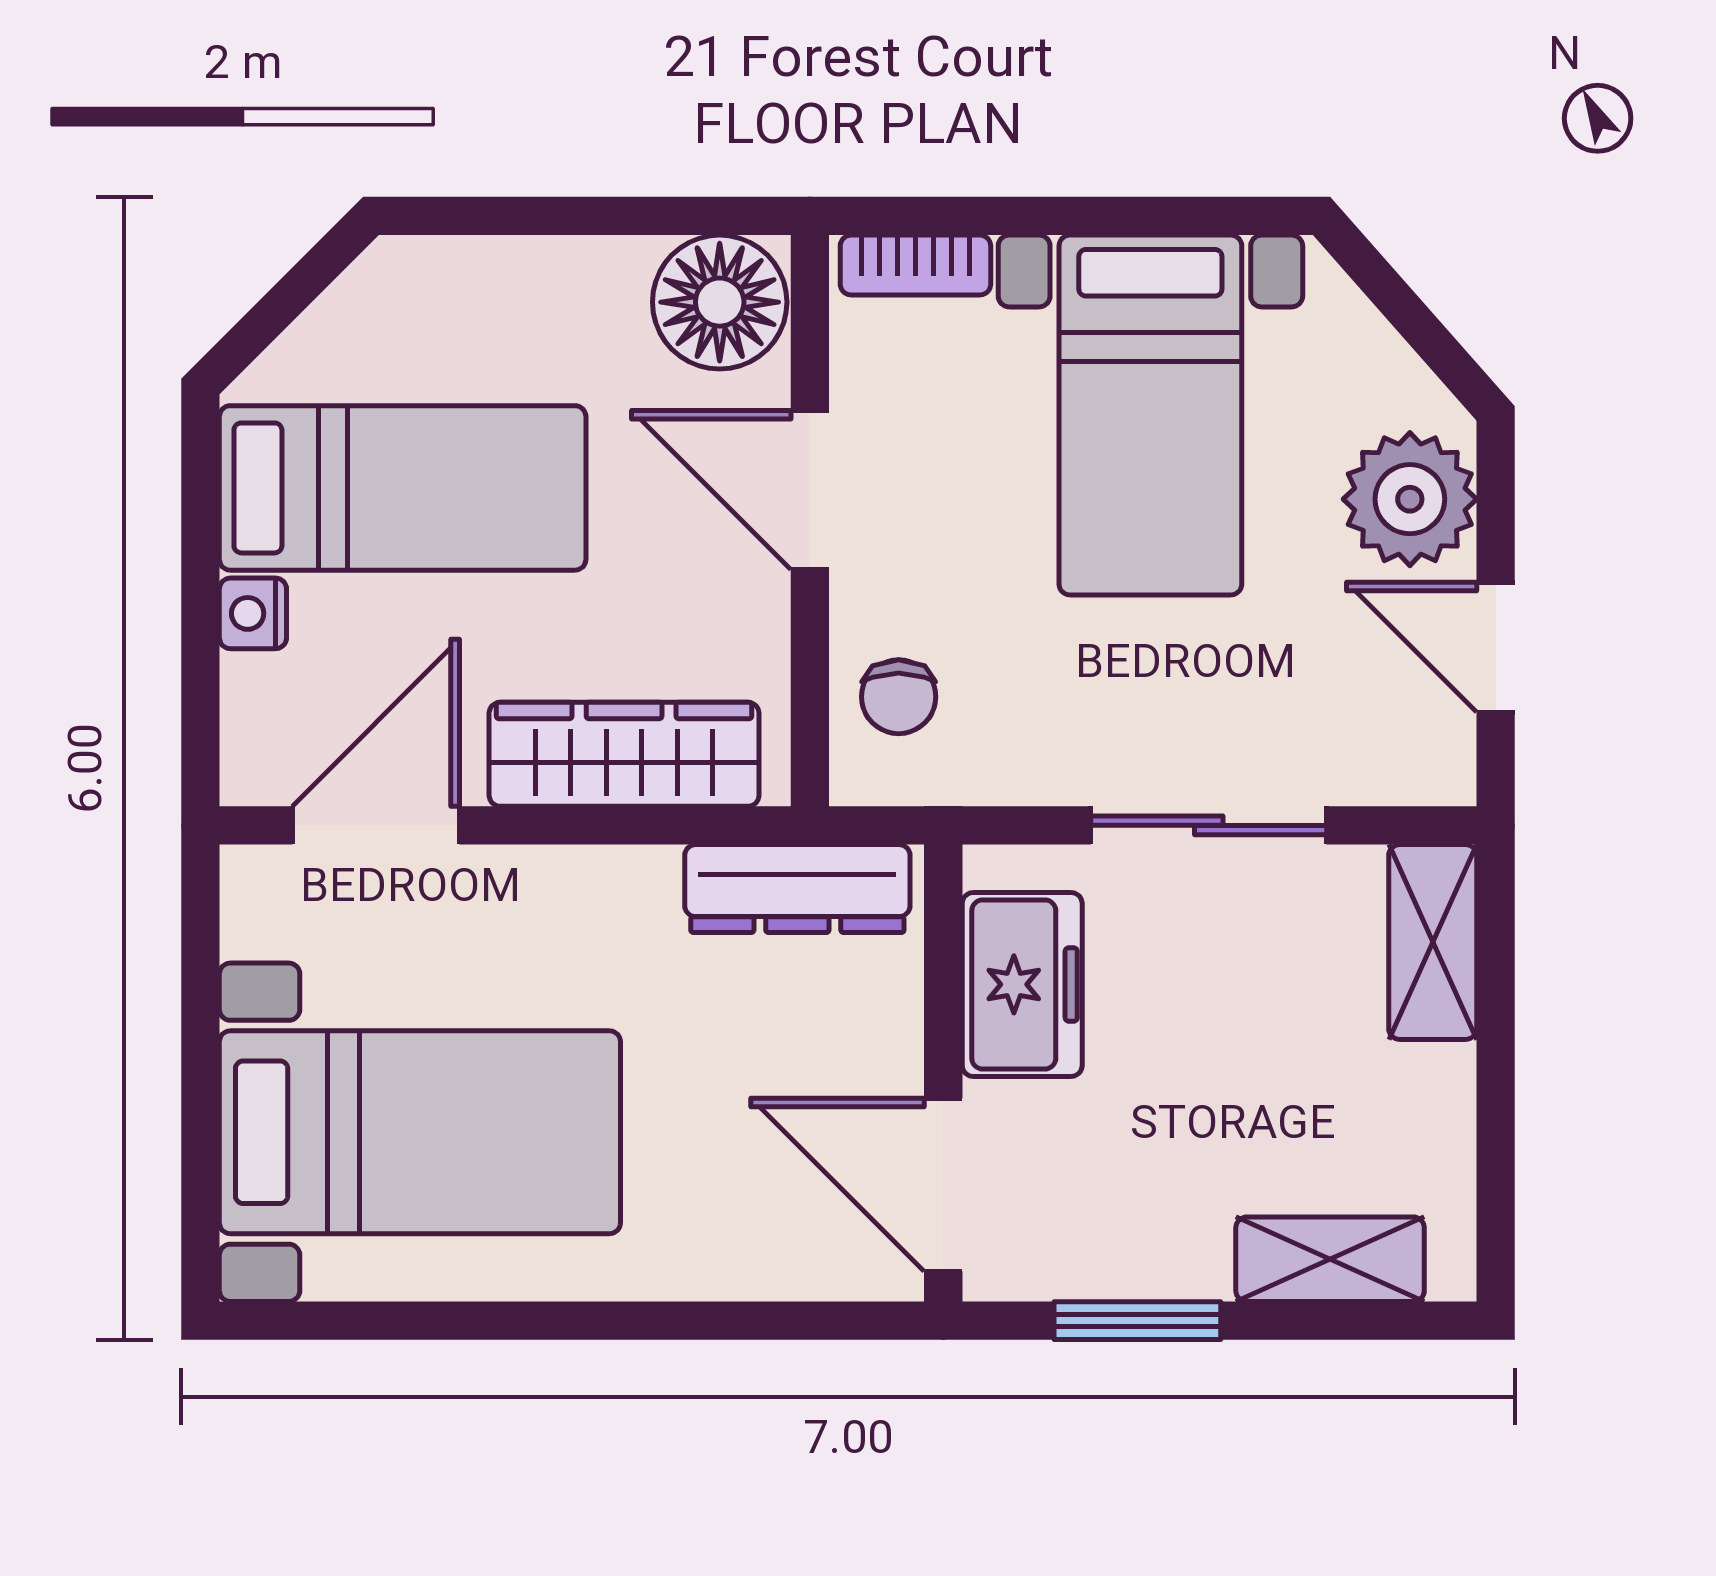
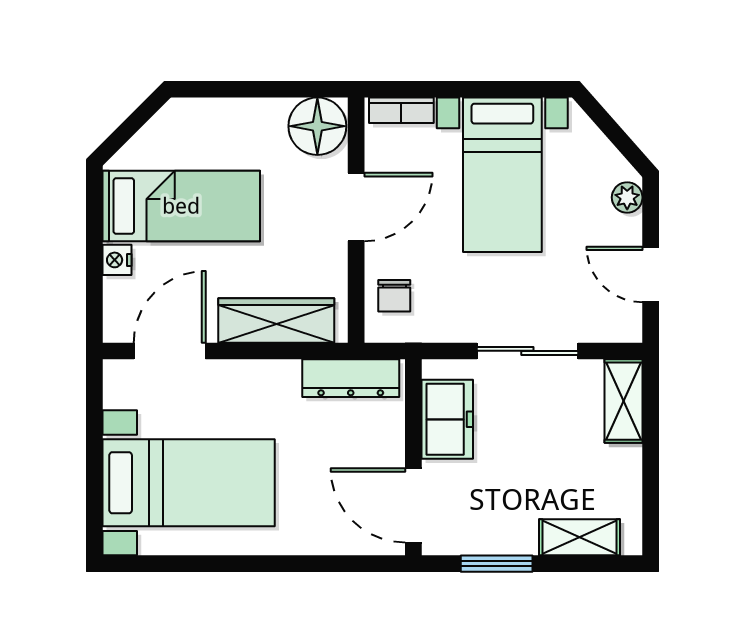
door: (810, 490) -> (356, 207), swing flipped
plant: (1410, 499) -> (627, 197), width x0.53, depth x0.53

